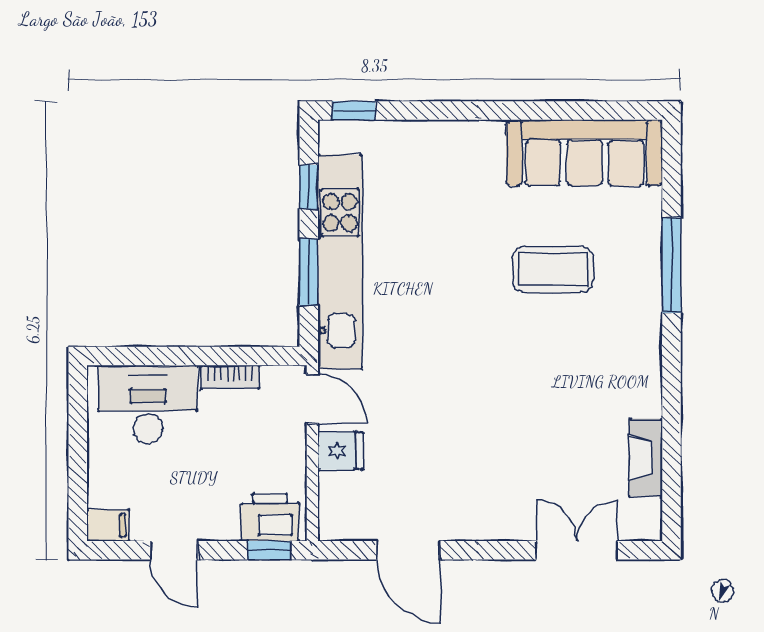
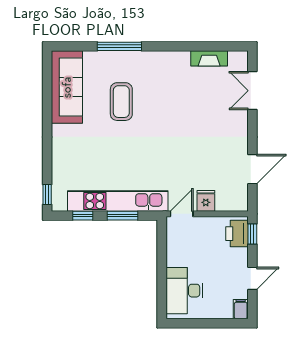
bookcase: (230, 377) -> (171, 252), removed

